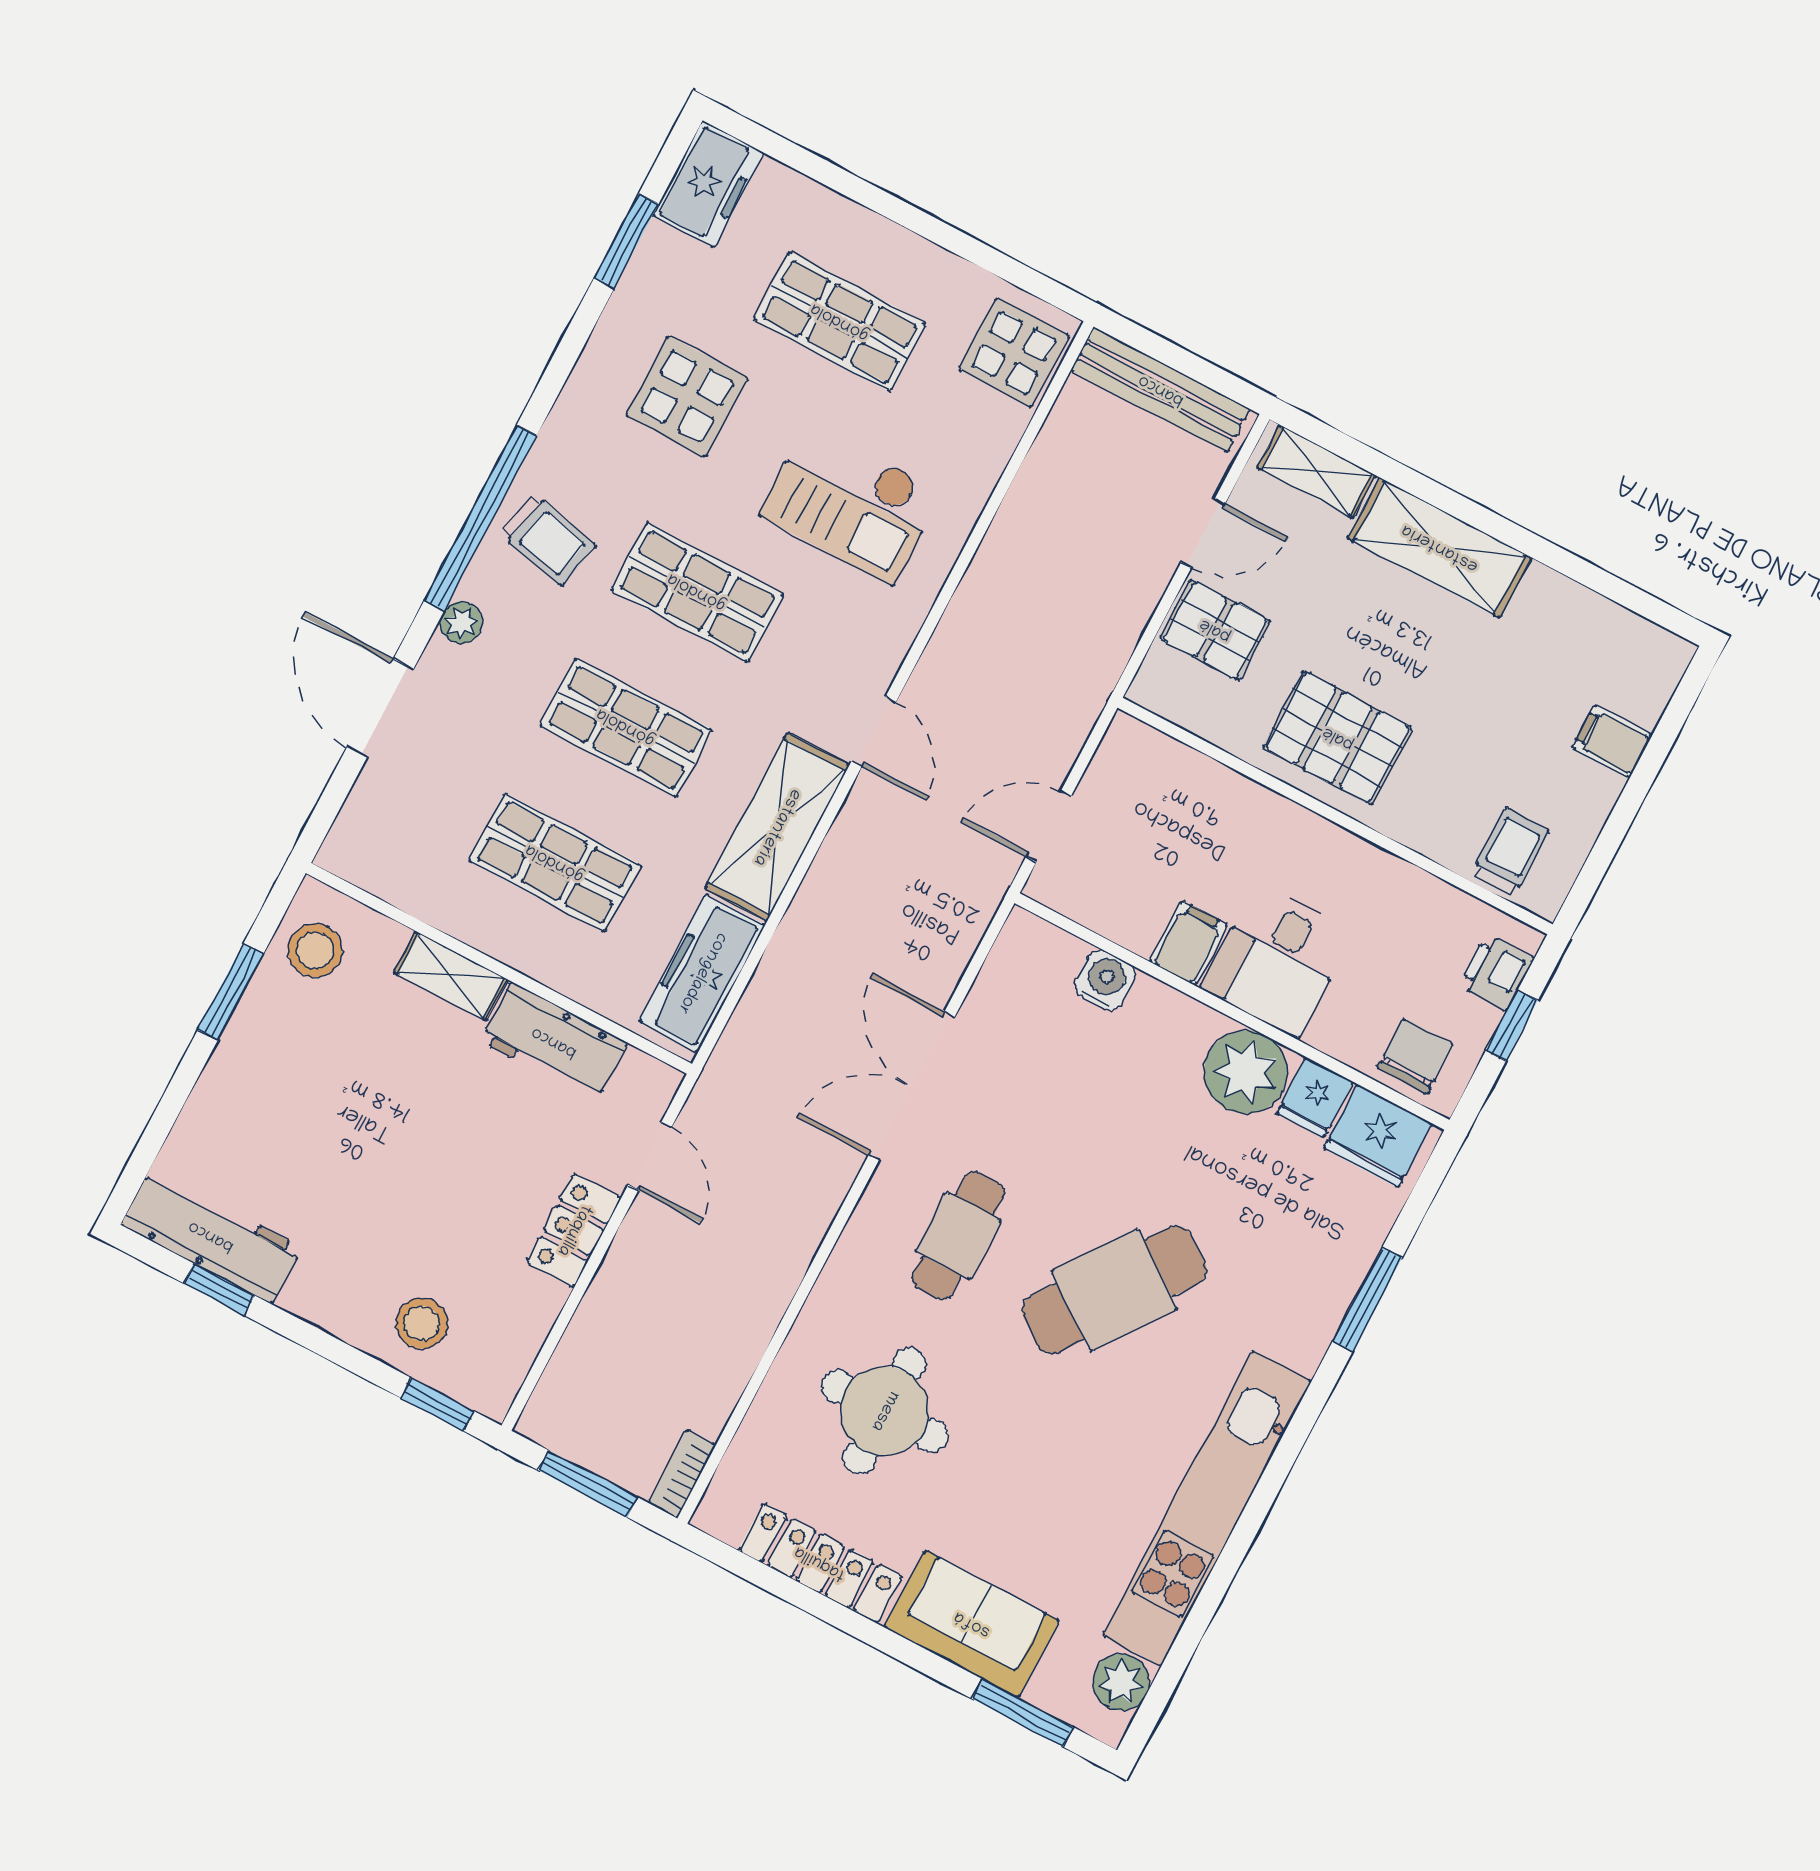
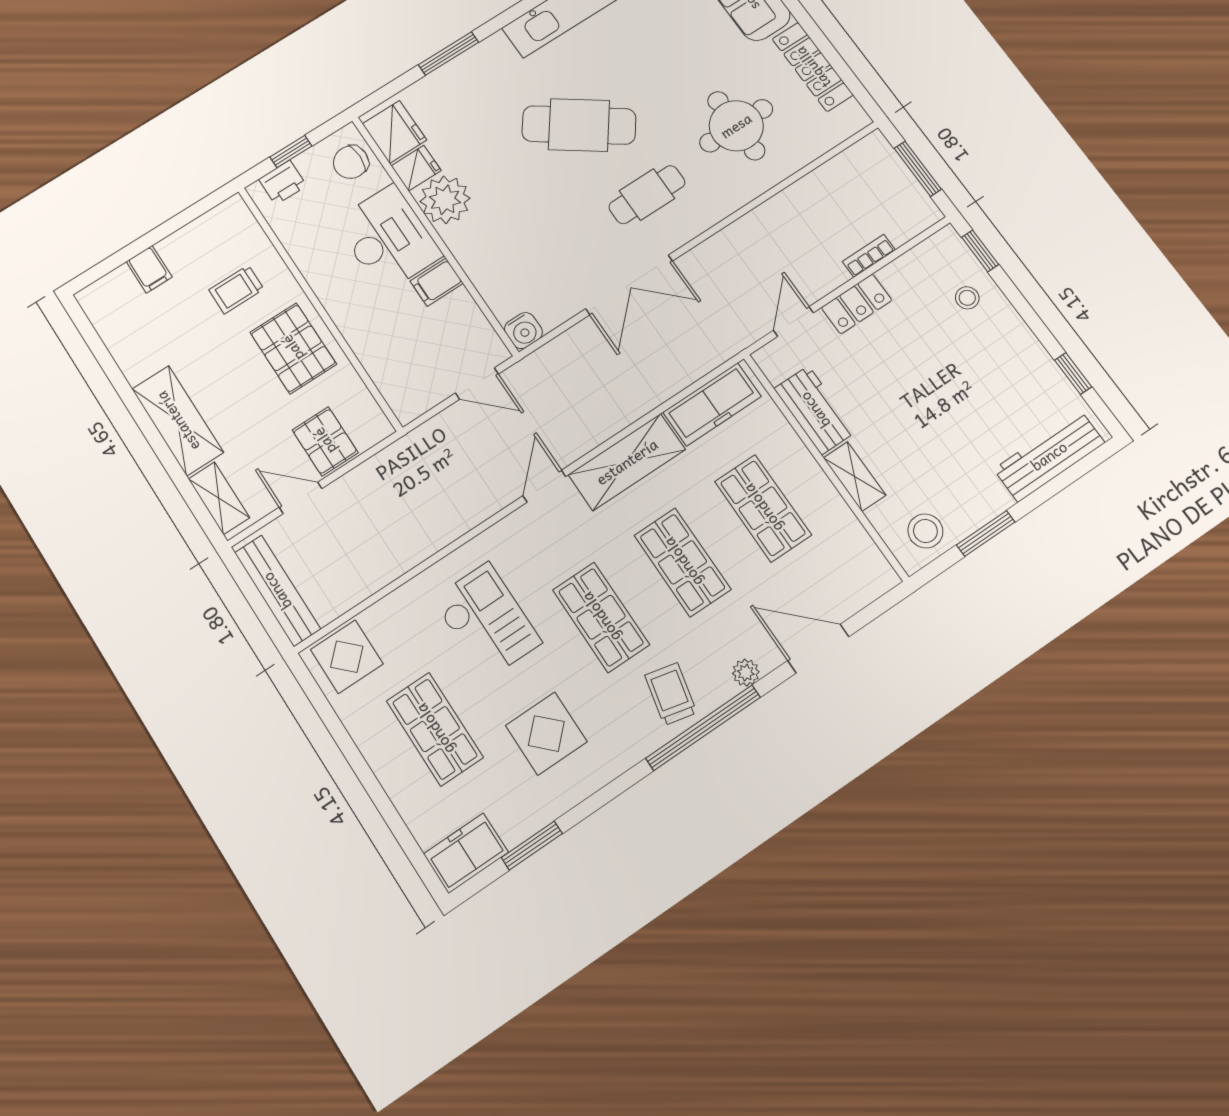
door: (380, 708) -> (818, 649), swing flipped
trolley: (1510, 852) -> (236, 289), moved
desk: (1277, 961) -> (388, 238), width x1.37
water cooler: (1105, 980) -> (523, 331), moved, turned -90
workbench: (211, 1236) -> (1049, 456), moved, turned 90
stool: (422, 1323) -> (967, 298), width x0.73, depth x0.73
bookcase: (682, 1474) -> (869, 256), moved, turned 180

